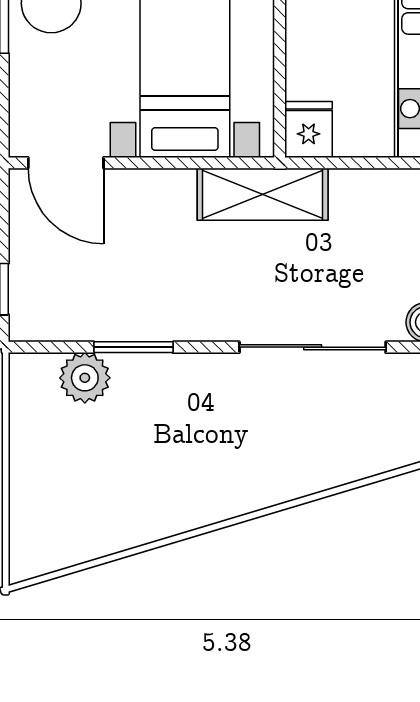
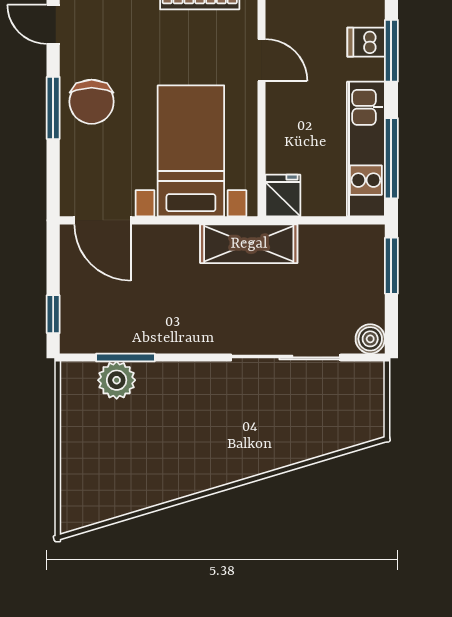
window: (134, 347) -> (125, 357), moved

